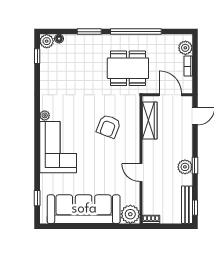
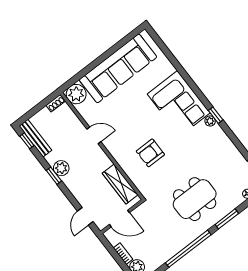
dining table: (128, 68) -> (195, 199), moved
armchair: (109, 126) -> (150, 153), turned -111
window: (37, 198) -> (216, 115), moved

